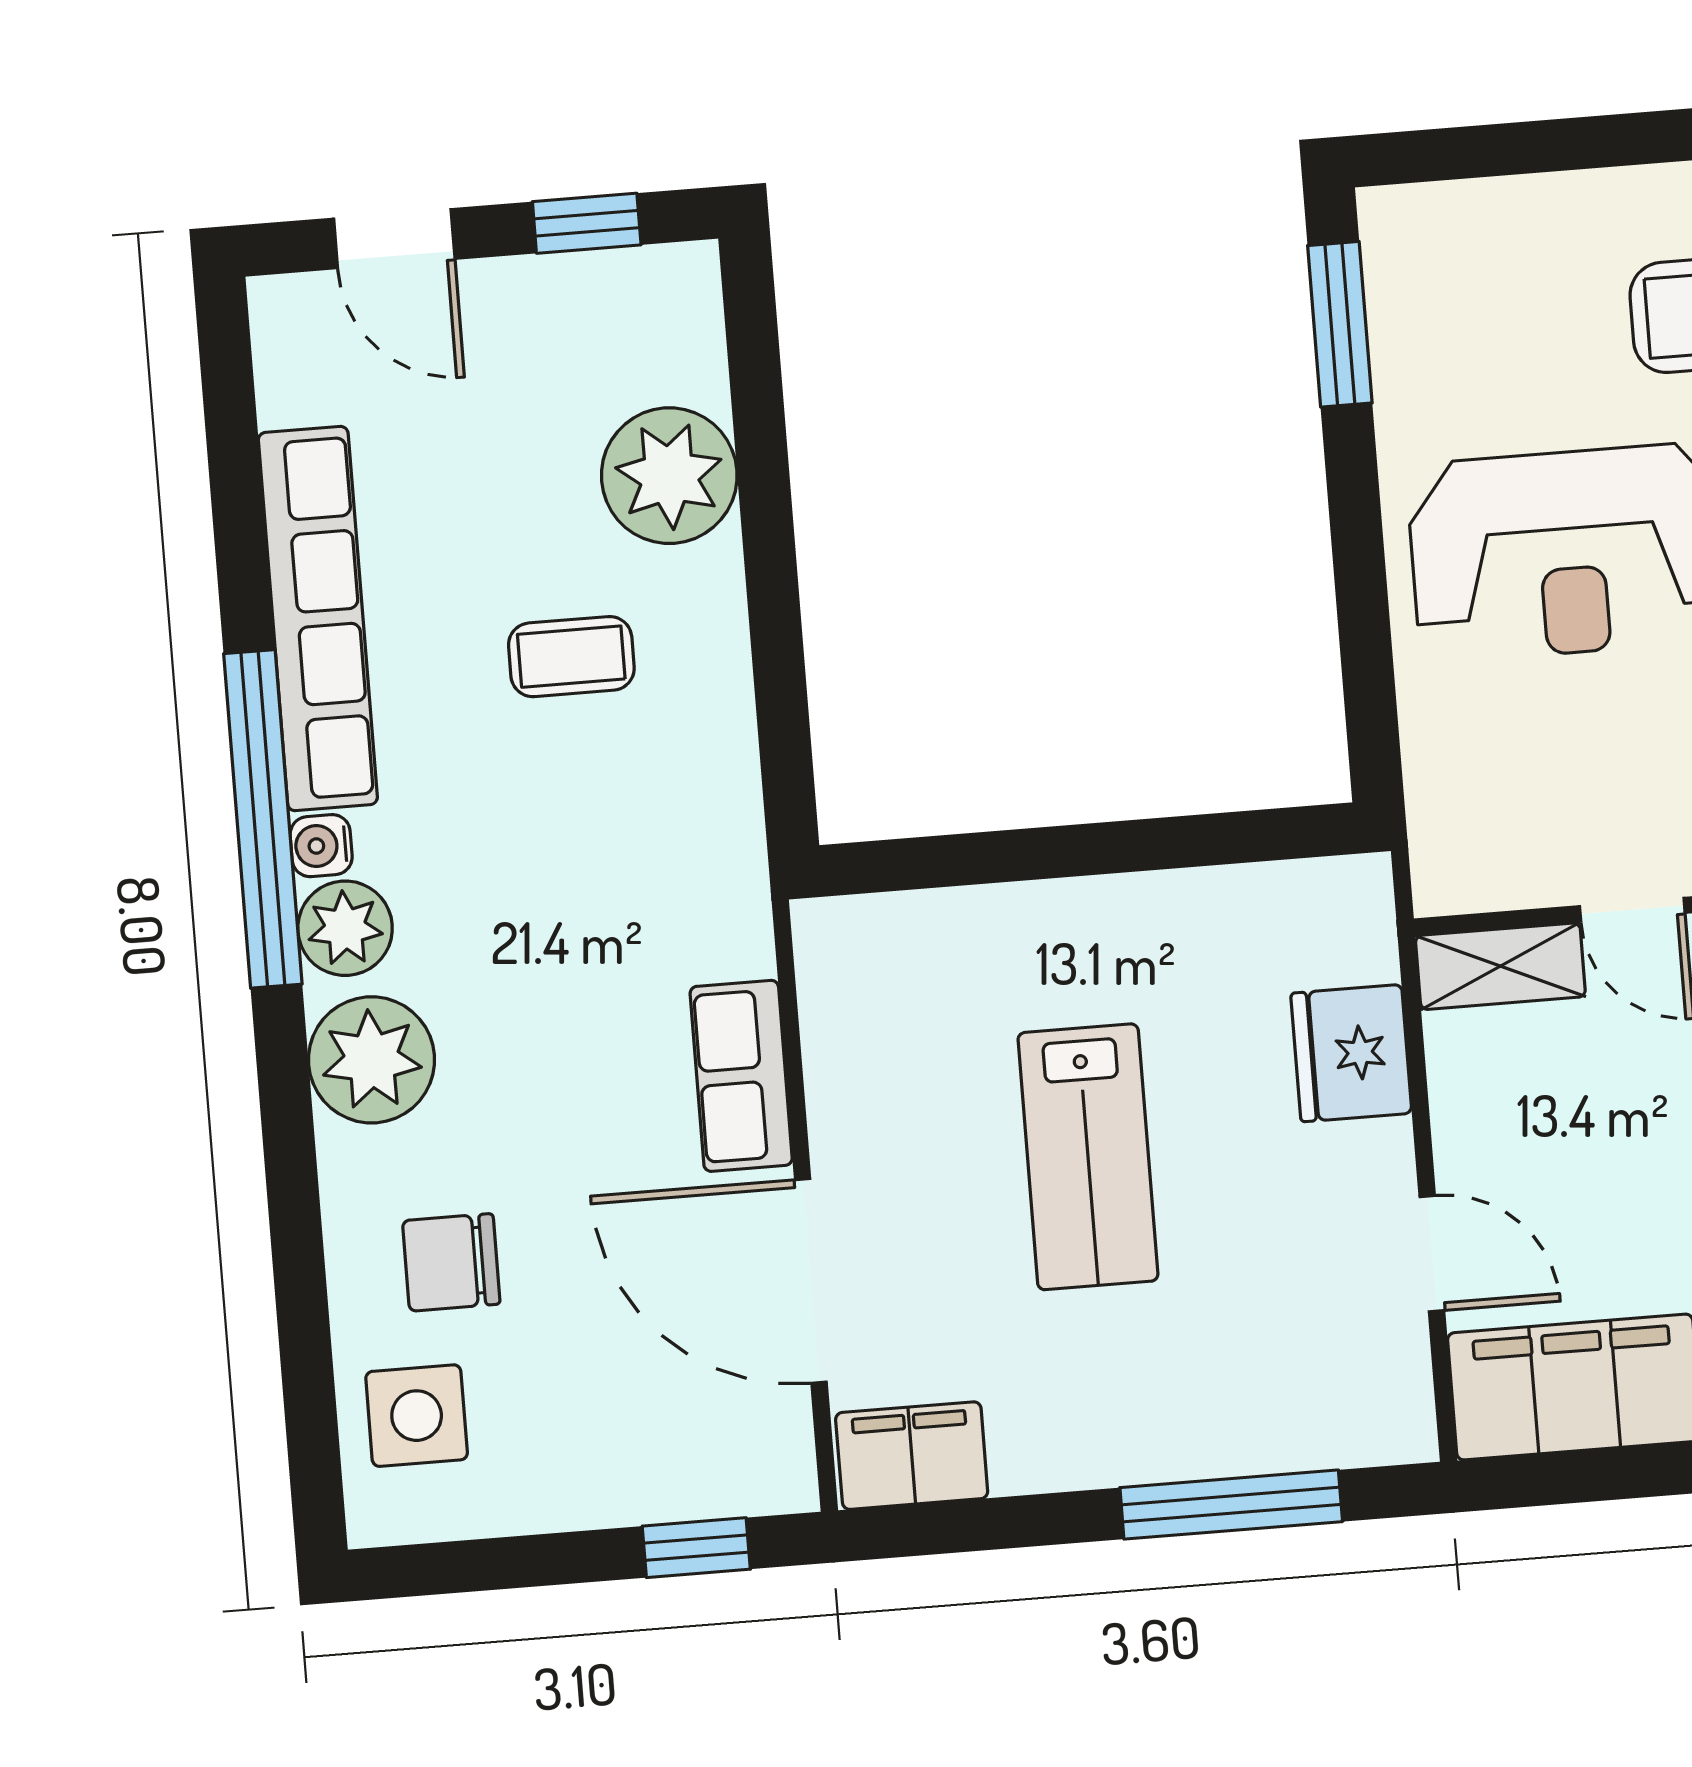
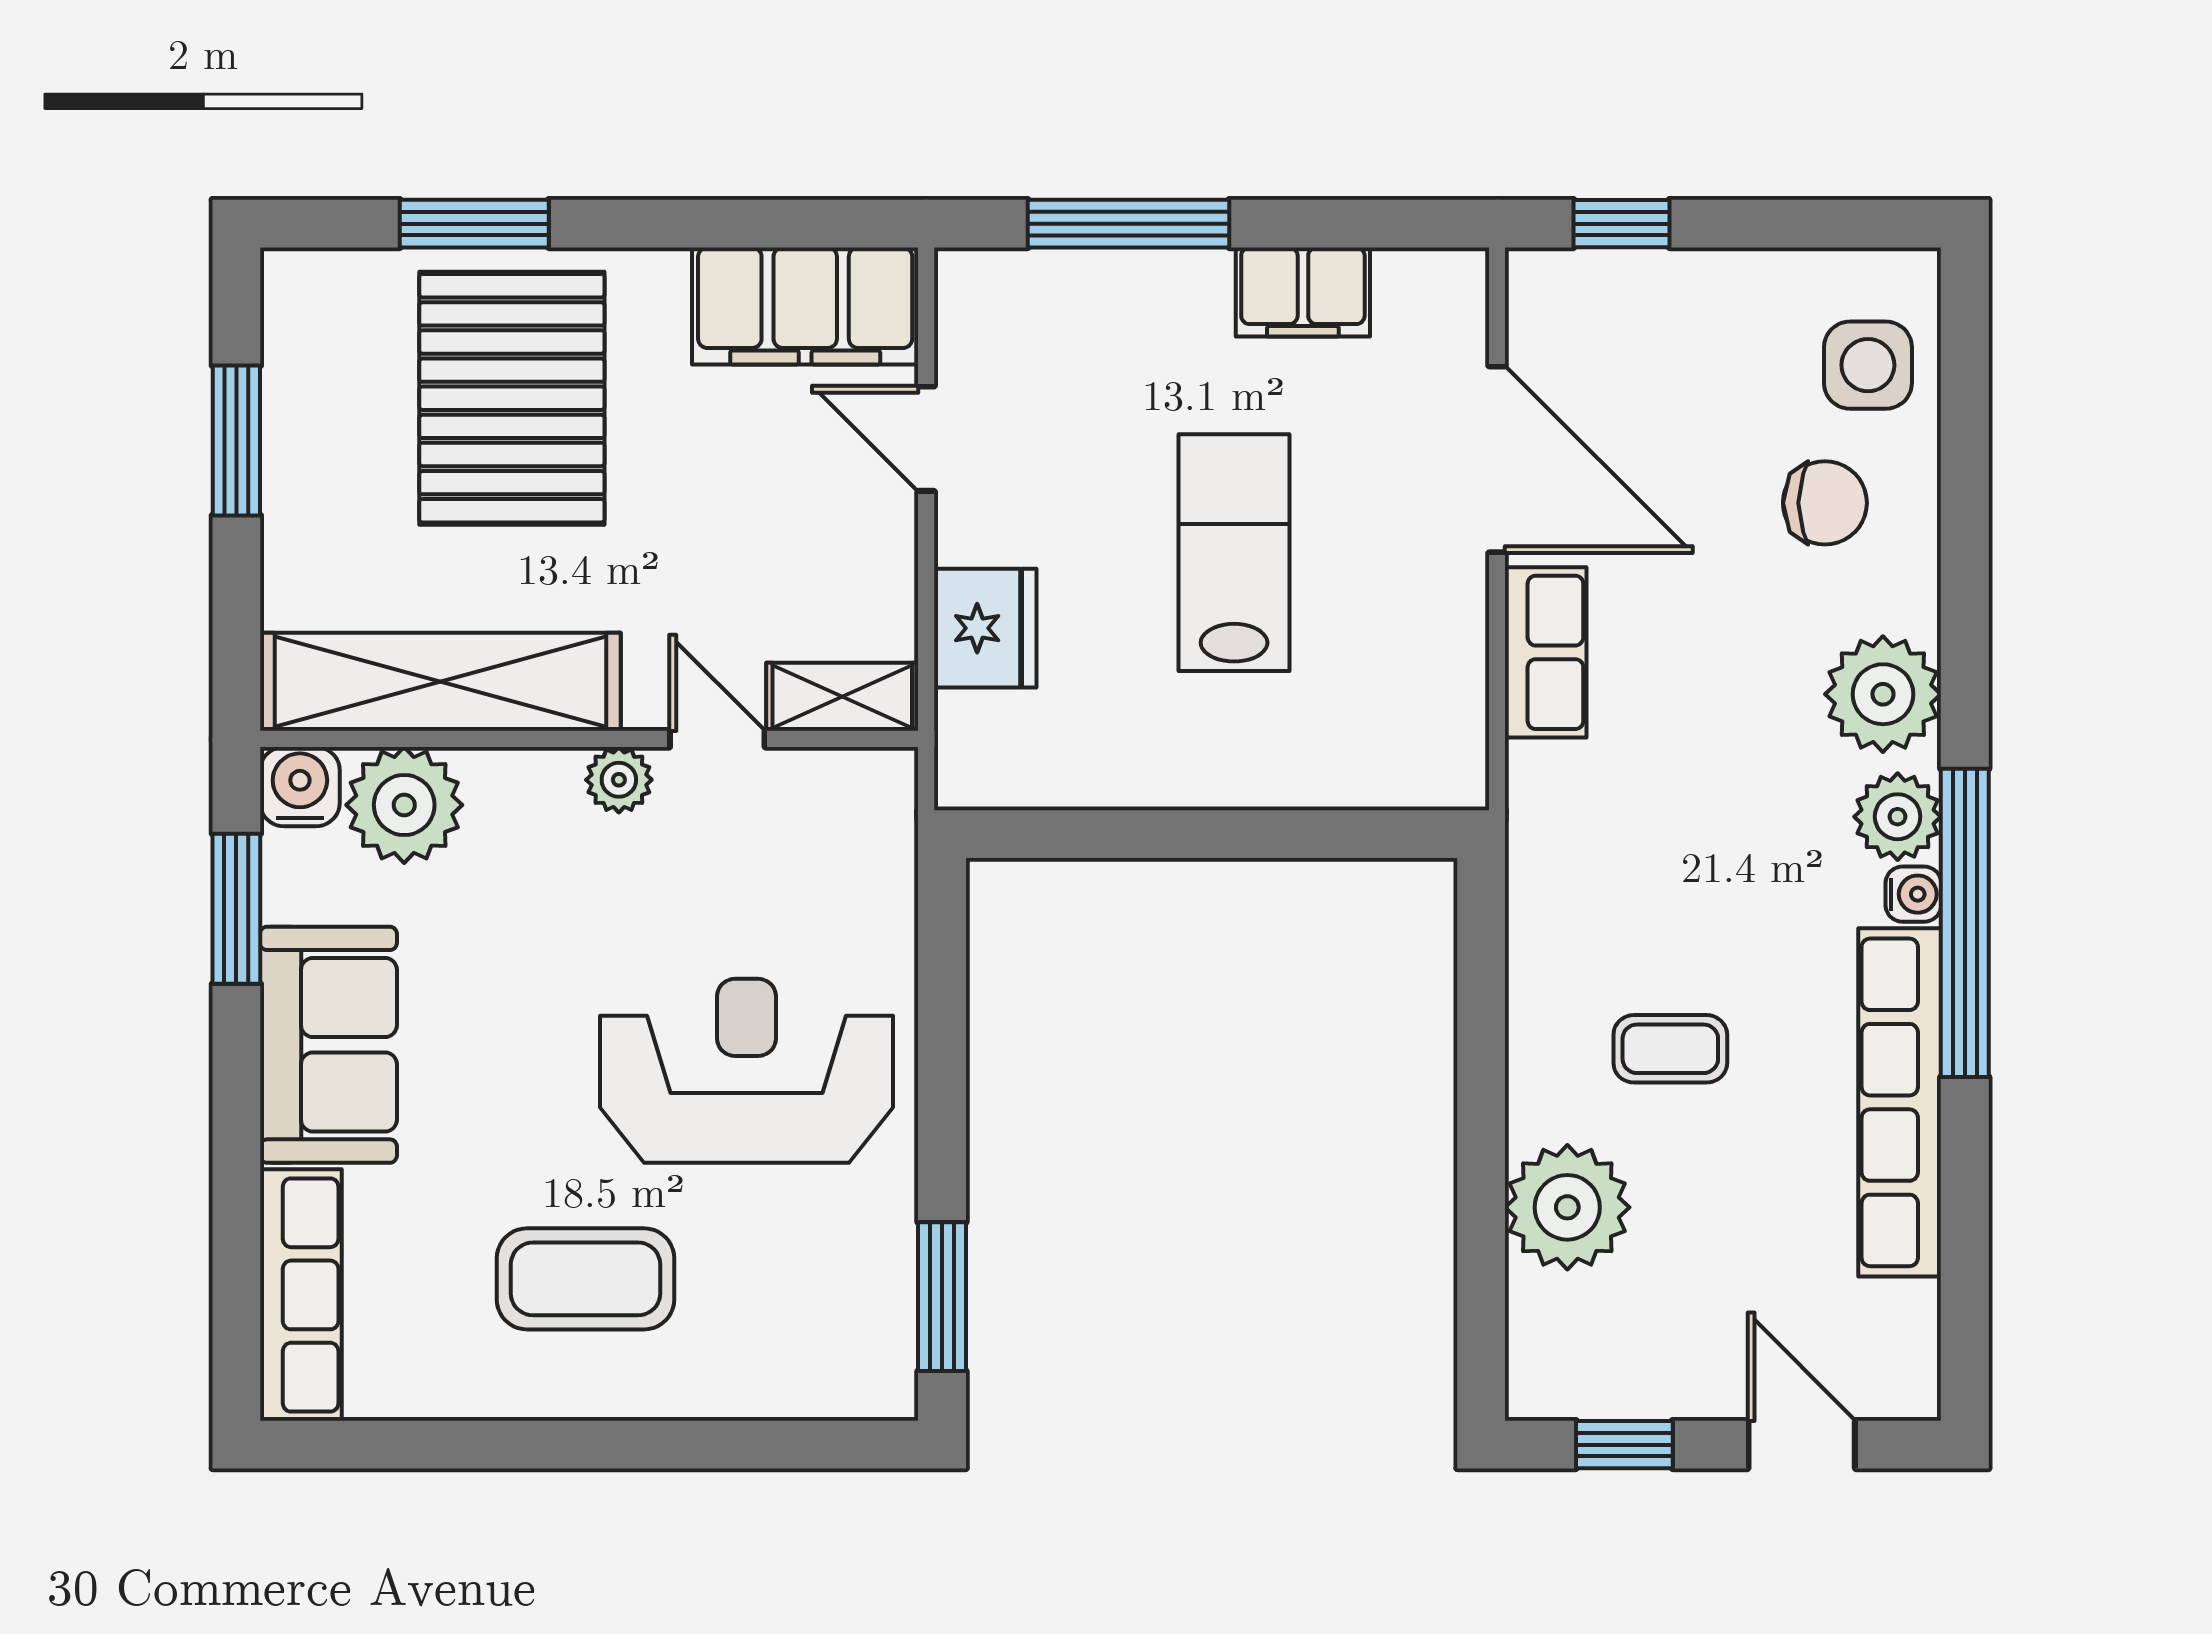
filing cabinet: (912, 1456) -> (1303, 292), moved

